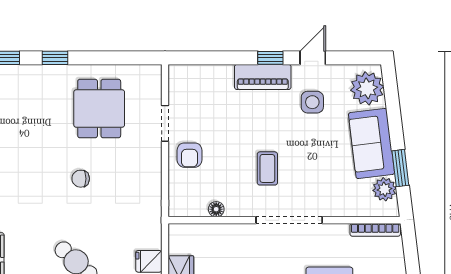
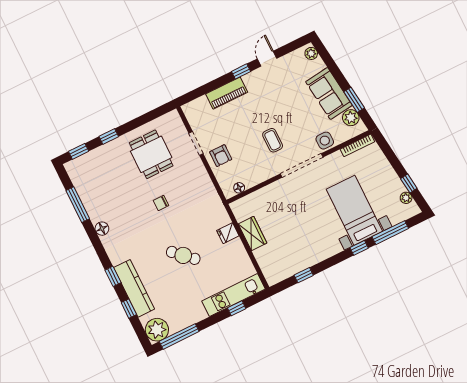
piano: (263, 77) -> (227, 93), moved
plant: (367, 88) -> (311, 53), width x0.53, depth x0.53
side table: (312, 102) -> (325, 141), moved
floor lamp: (216, 209) -> (239, 188), moved

